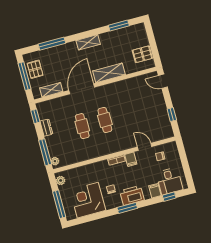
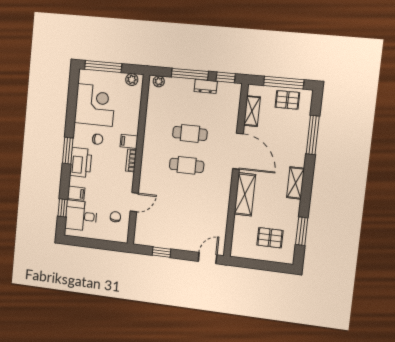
pallet: (142, 54) -> (270, 238), moved, turned 90
window: (45, 152) -> (190, 74), moved
filing cabinet: (131, 159) -> (129, 141), moved

